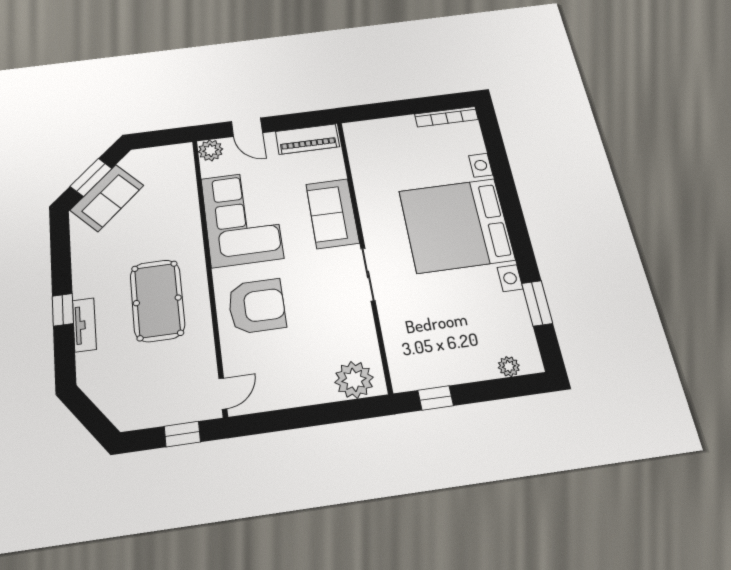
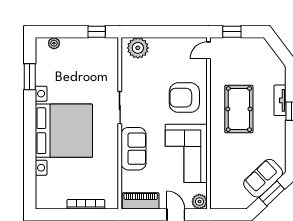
bookcase: (446, 117) -> (86, 204), moved

